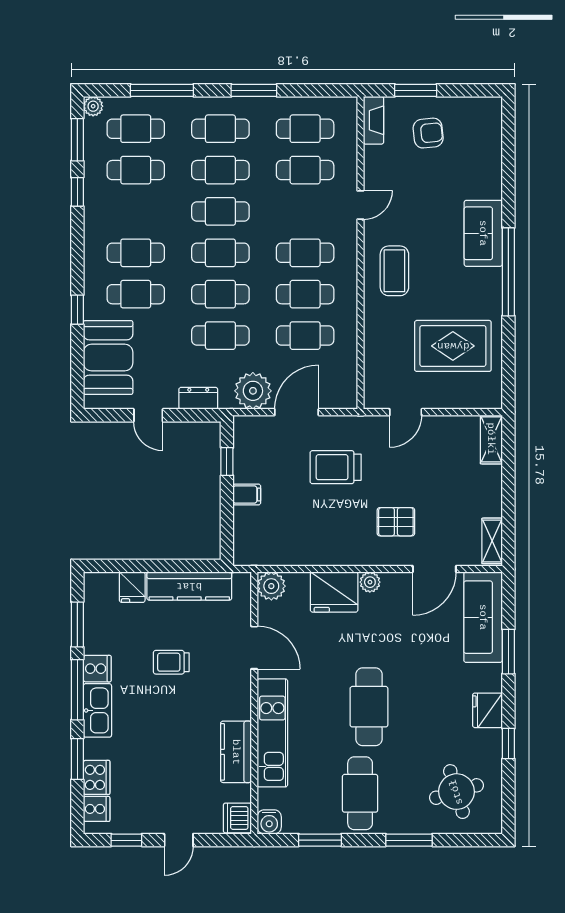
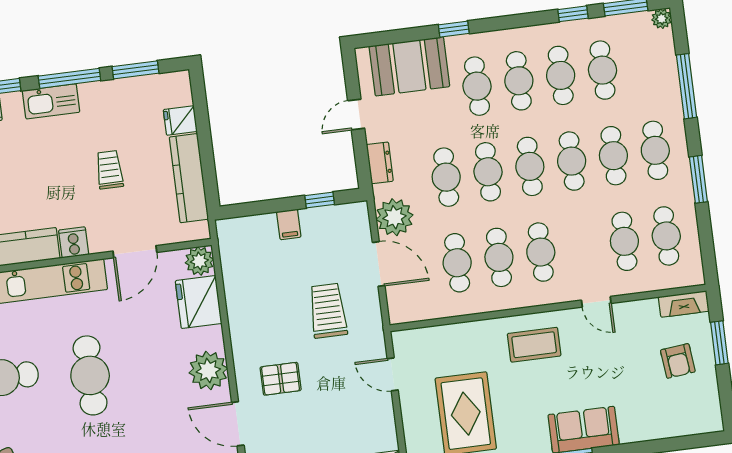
cafe table: (136, 129) -> (561, 75), moved
pallet: (396, 522) -> (281, 379), turned 90
plant: (370, 582) -> (208, 371), width x1.87, depth x1.87
fridge: (334, 592) -> (199, 302), moved
cooker: (97, 669) -> (74, 242), moved, turned 180
cafe table: (369, 707) -> (90, 375), turned 90

